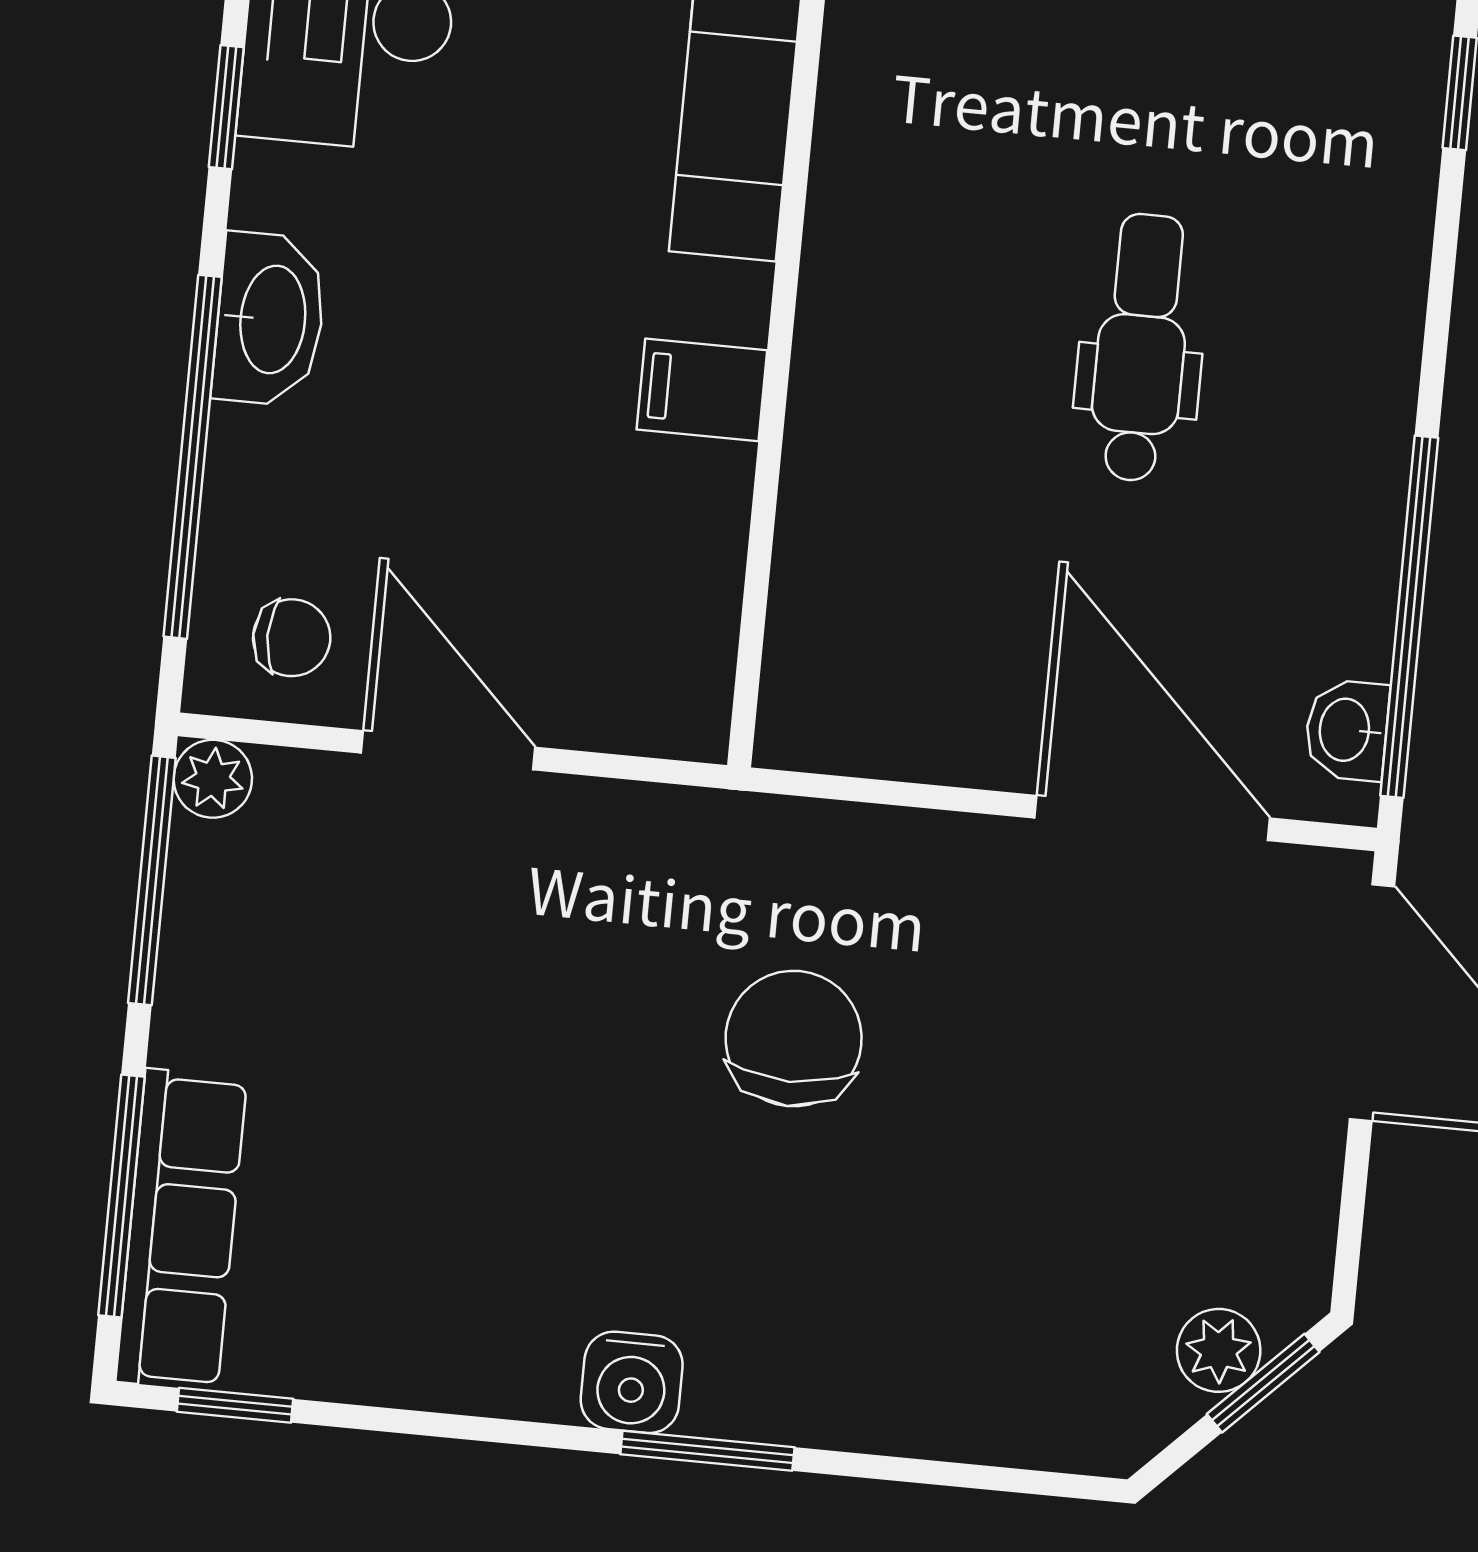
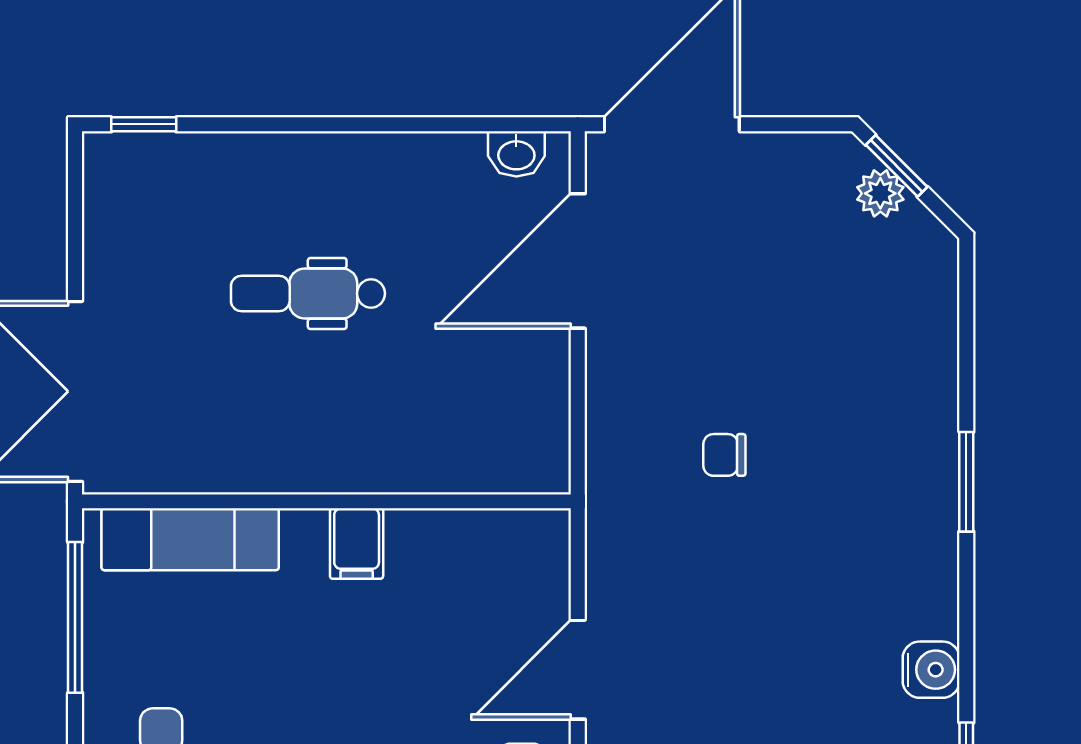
window: (1409, 617) -> (448, 124), removed
chair: (794, 1039) -> (724, 455), width x0.54, depth x0.54
water cooler: (632, 1382) -> (931, 670), moved

